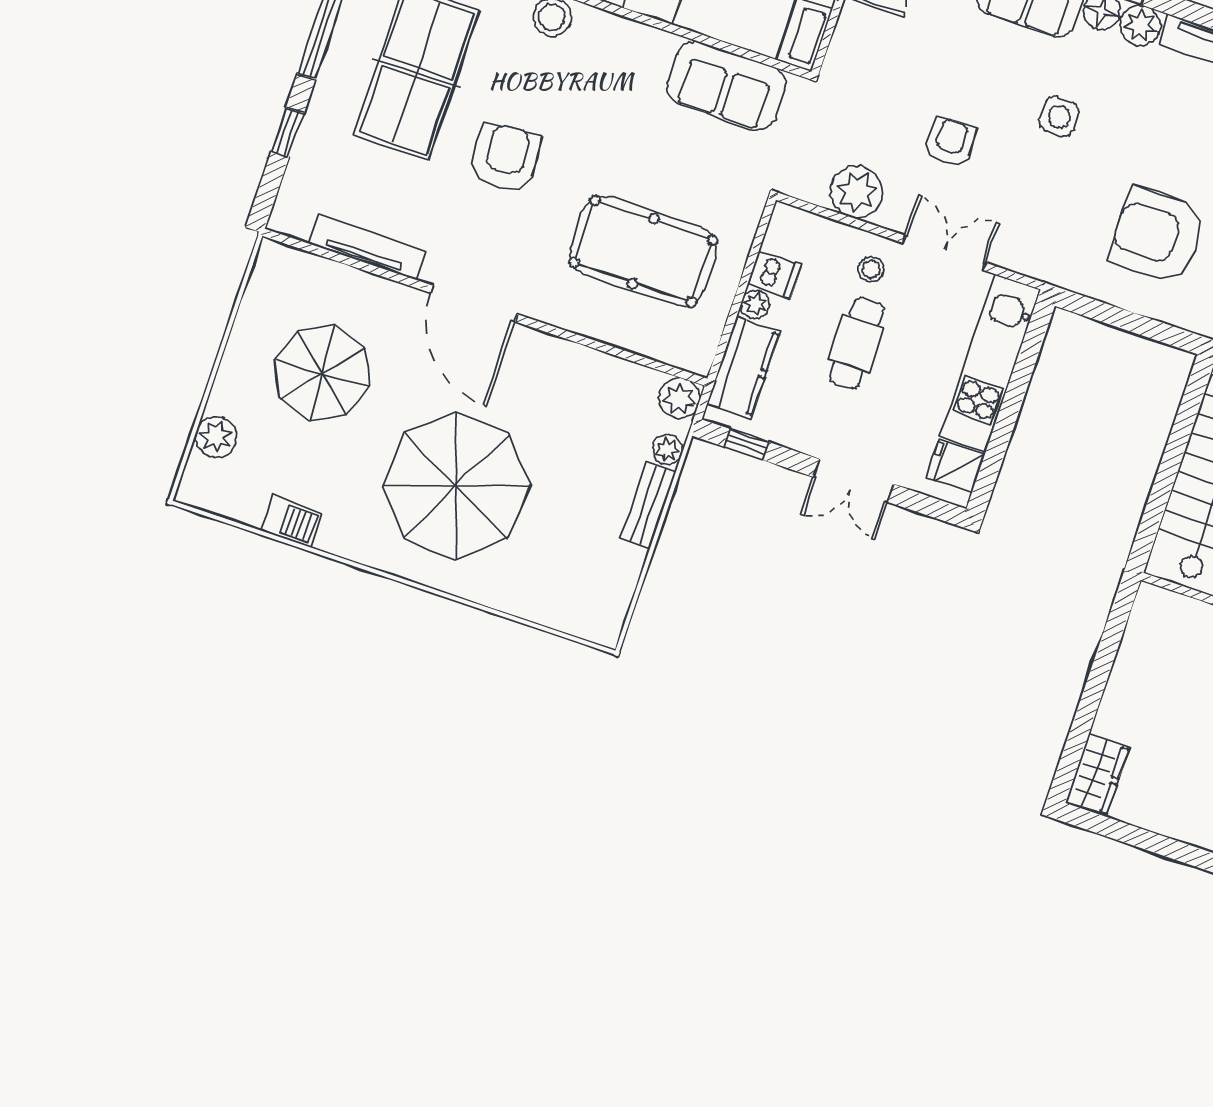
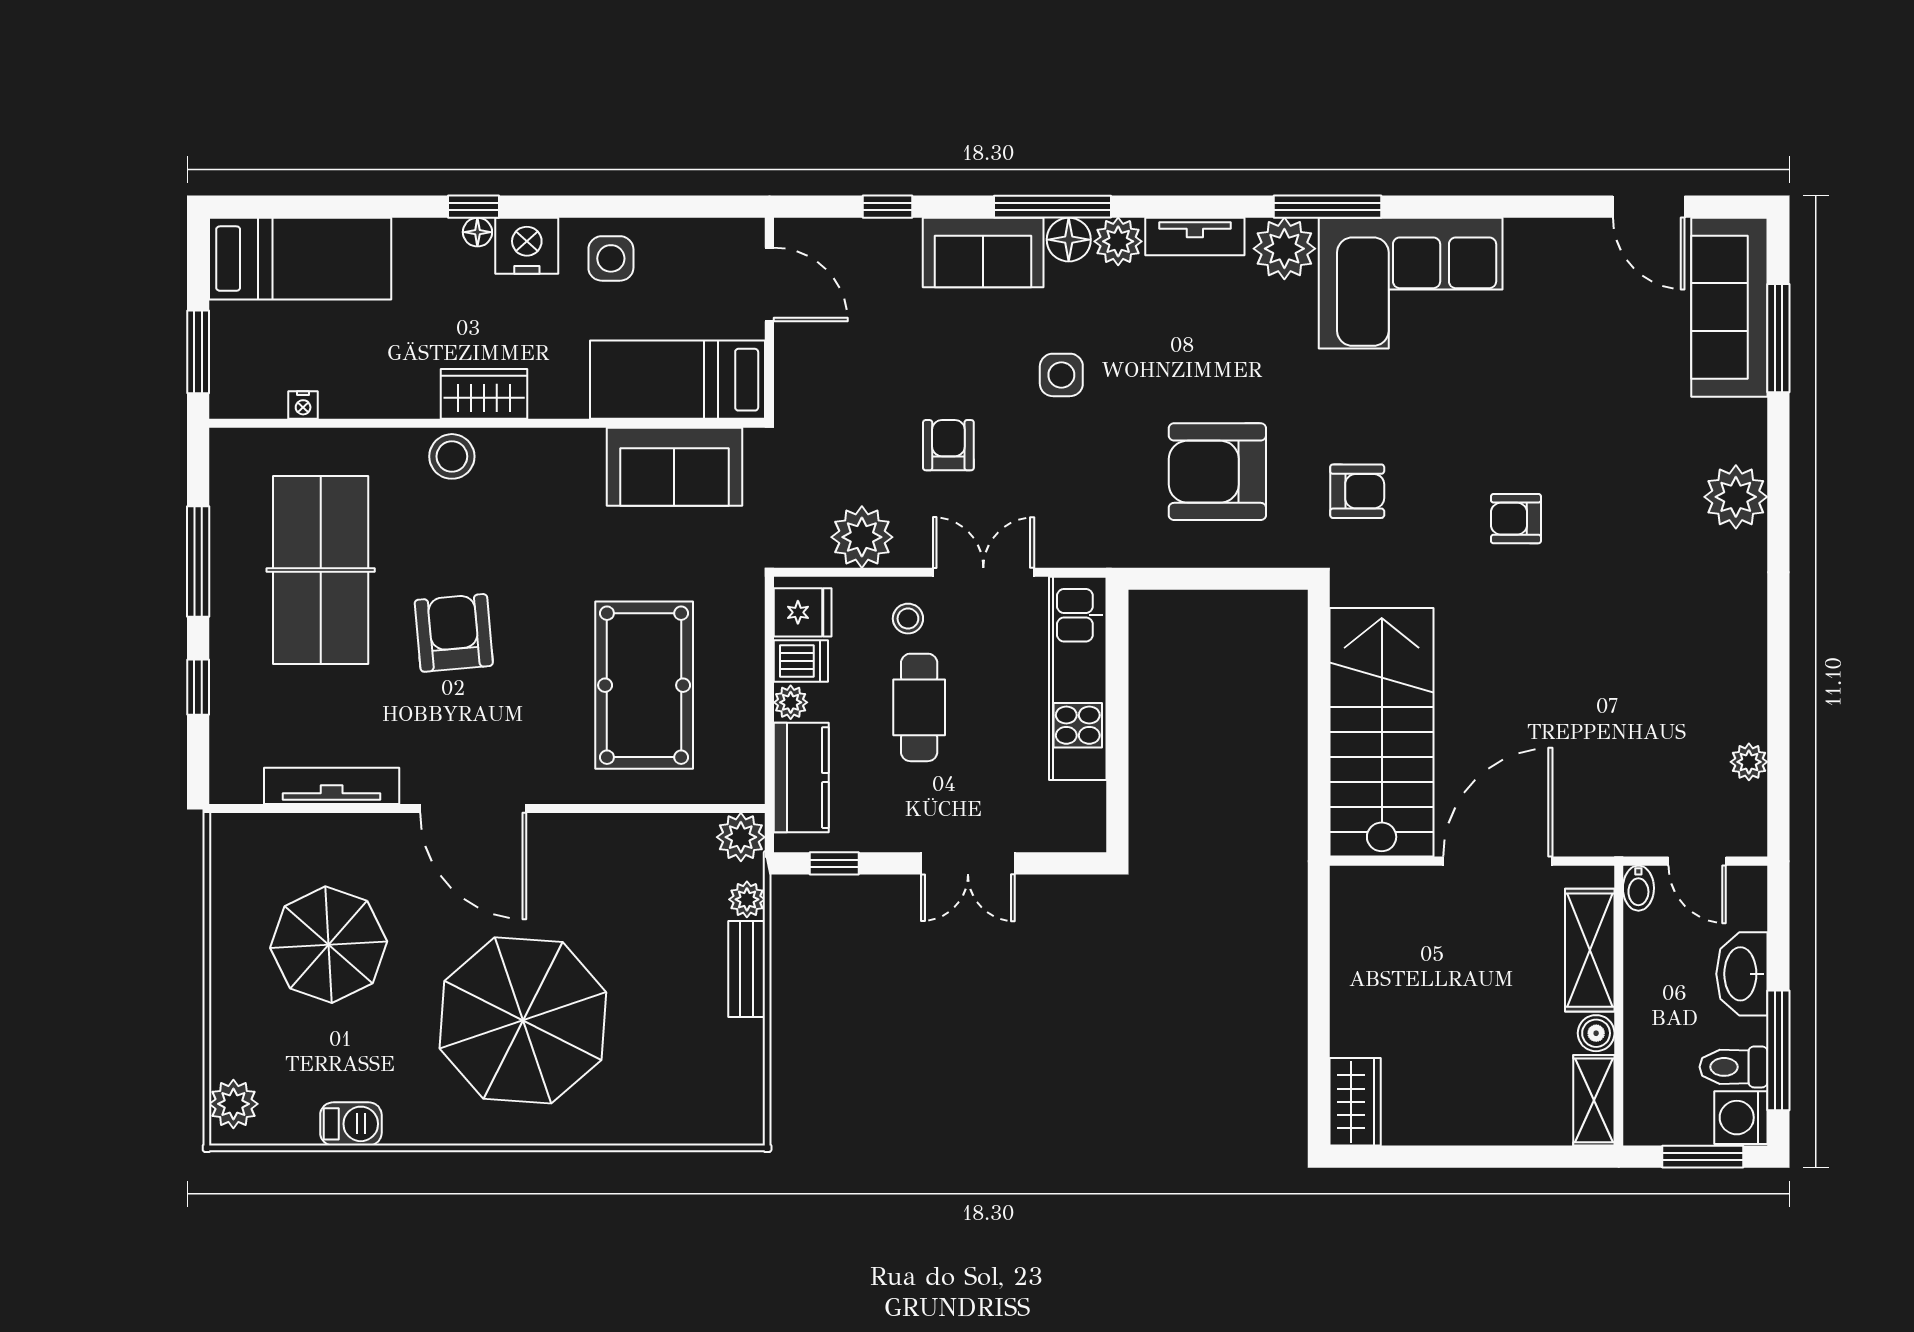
pool table: (643, 251) -> (644, 685), turned 90
plant: (216, 437) -> (233, 1104), moved
fridge: (956, 466) -> (803, 612), moved, turned 180

